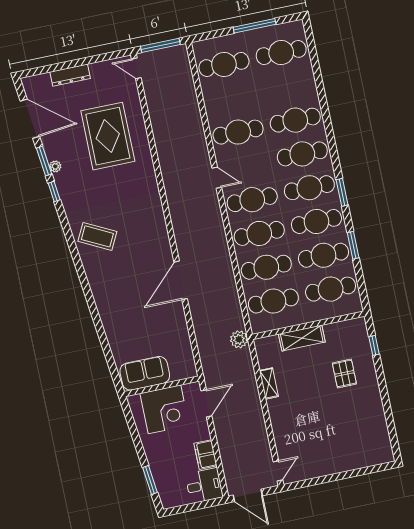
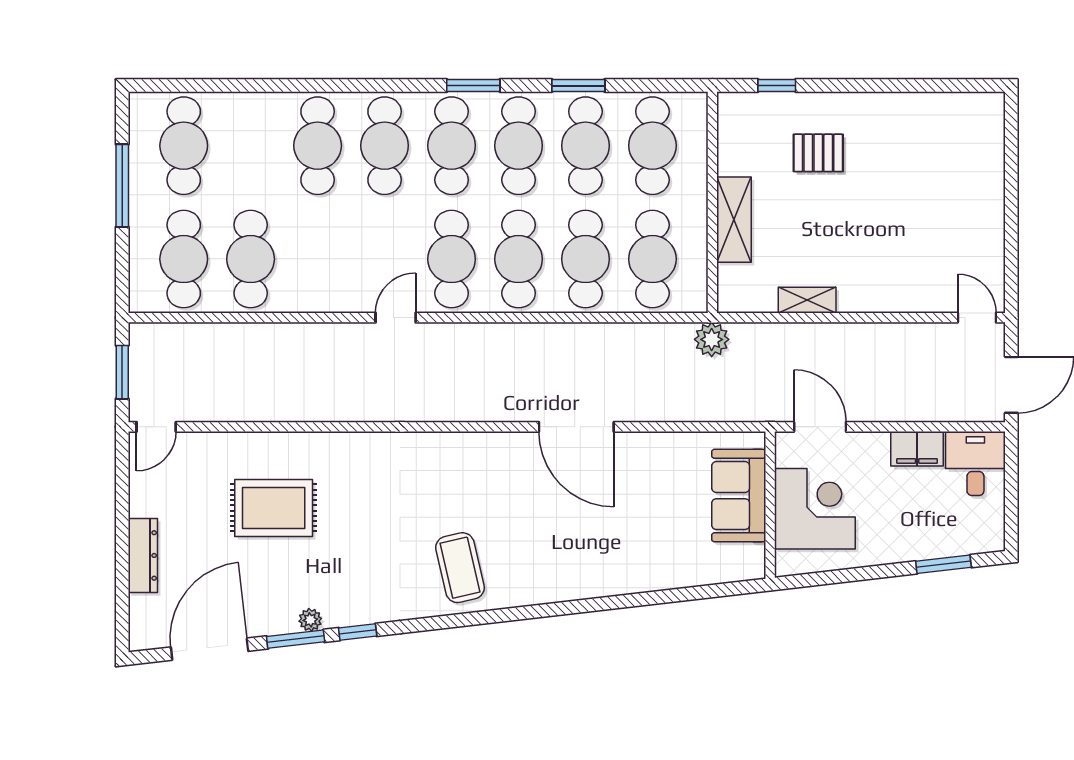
window: (160, 45) -> (122, 372), width x0.69
cafe table: (238, 132) -> (251, 259), moved
rug: (108, 136) -> (274, 508), width x0.73, depth x0.69
coffee table: (97, 236) -> (460, 568), turned -40
sofa: (145, 373) -> (739, 496), moved

